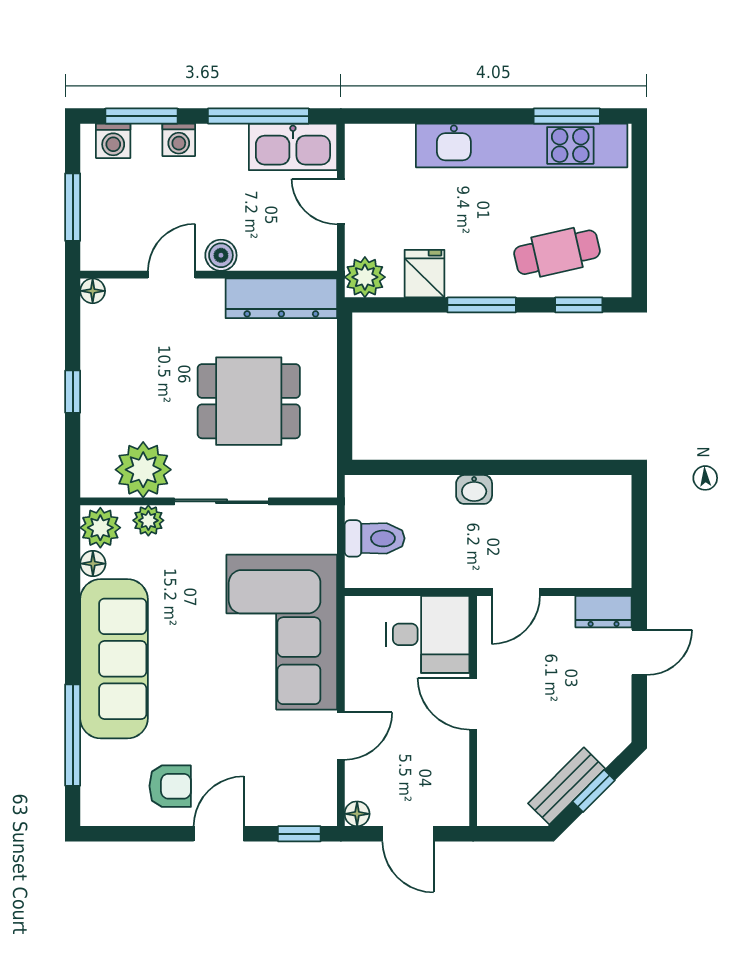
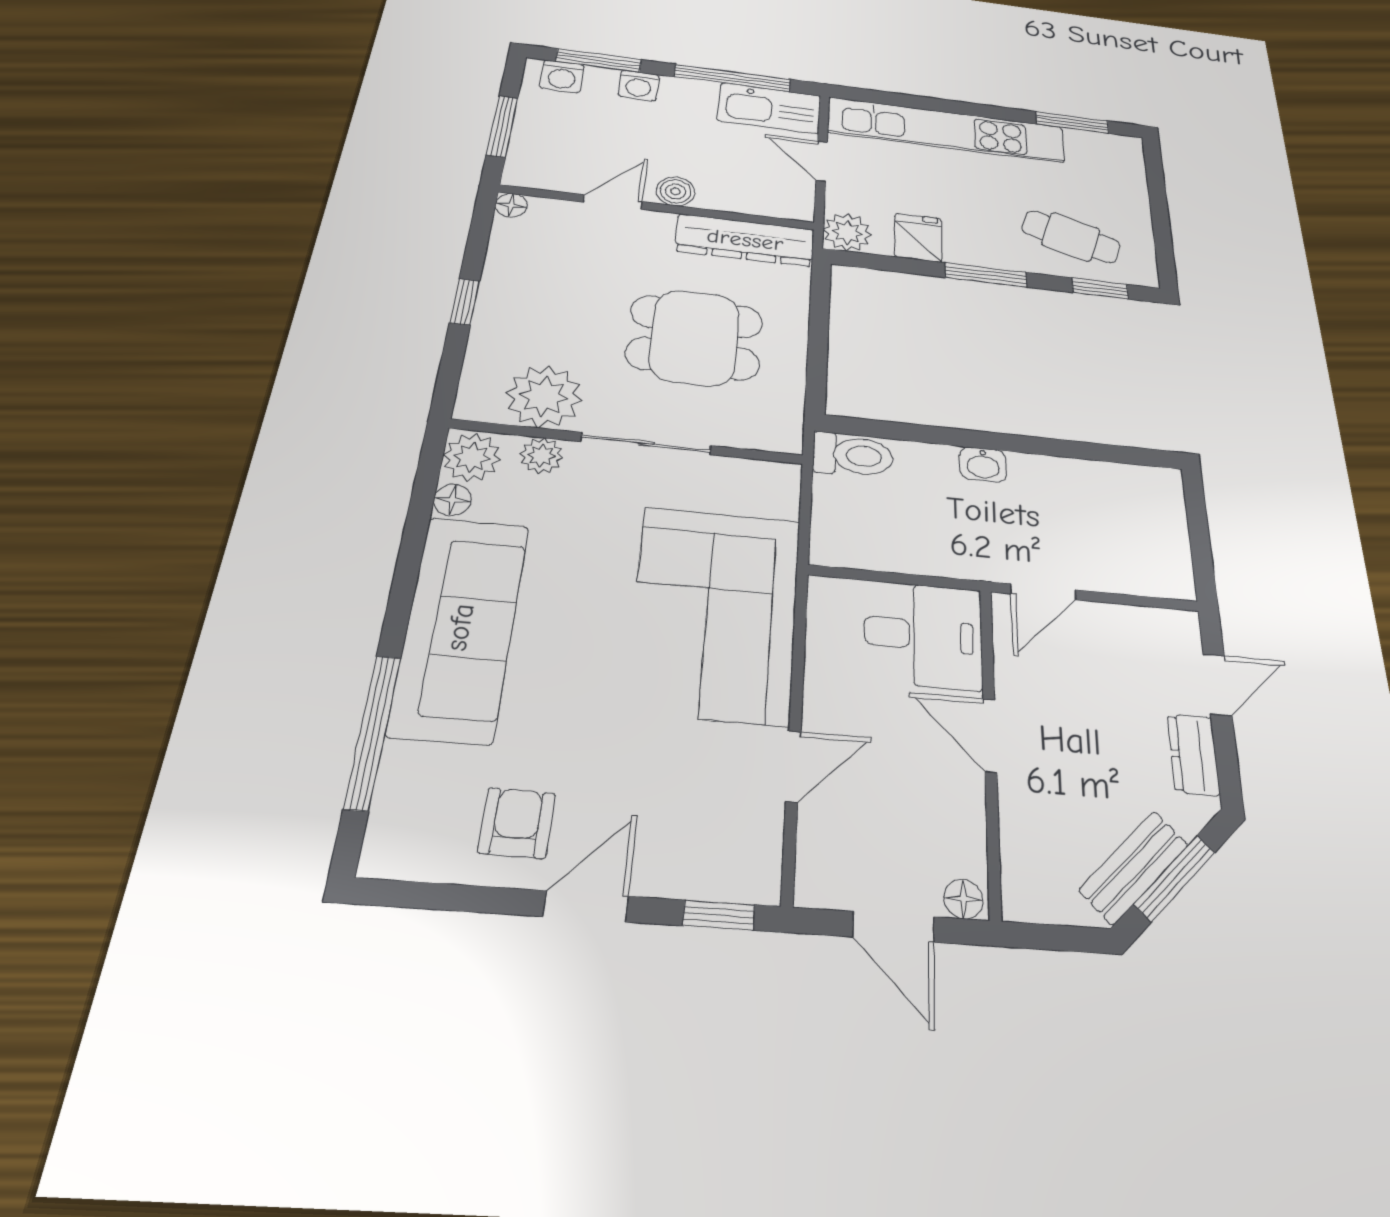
kitchen unit: (522, 145) -> (947, 130), moved
cafe table: (557, 252) -> (1071, 237), turned 30
toilet: (375, 538) -> (853, 455), moved
dresser: (604, 612) -> (1194, 755), moved, turned 90
armchair: (170, 786) -> (517, 823), turned -89
window: (594, 791) -> (1175, 878), width x1.50
floor lamp: (357, 814) -> (964, 899), moved

